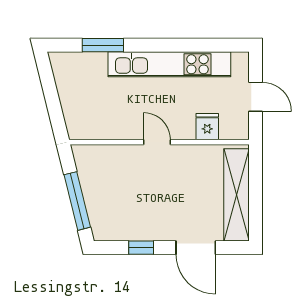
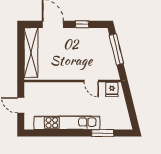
fridge: (207, 127) -> (112, 89), moved
door: (157, 142) -> (91, 81), moved

